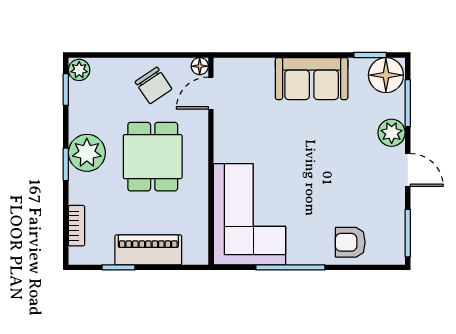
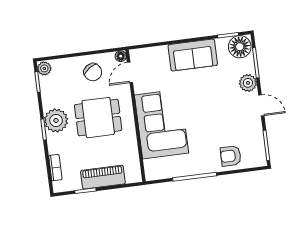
dining table: (153, 157) -> (98, 118), turned 90
corner sofa: (250, 214) -> (162, 124), moved

